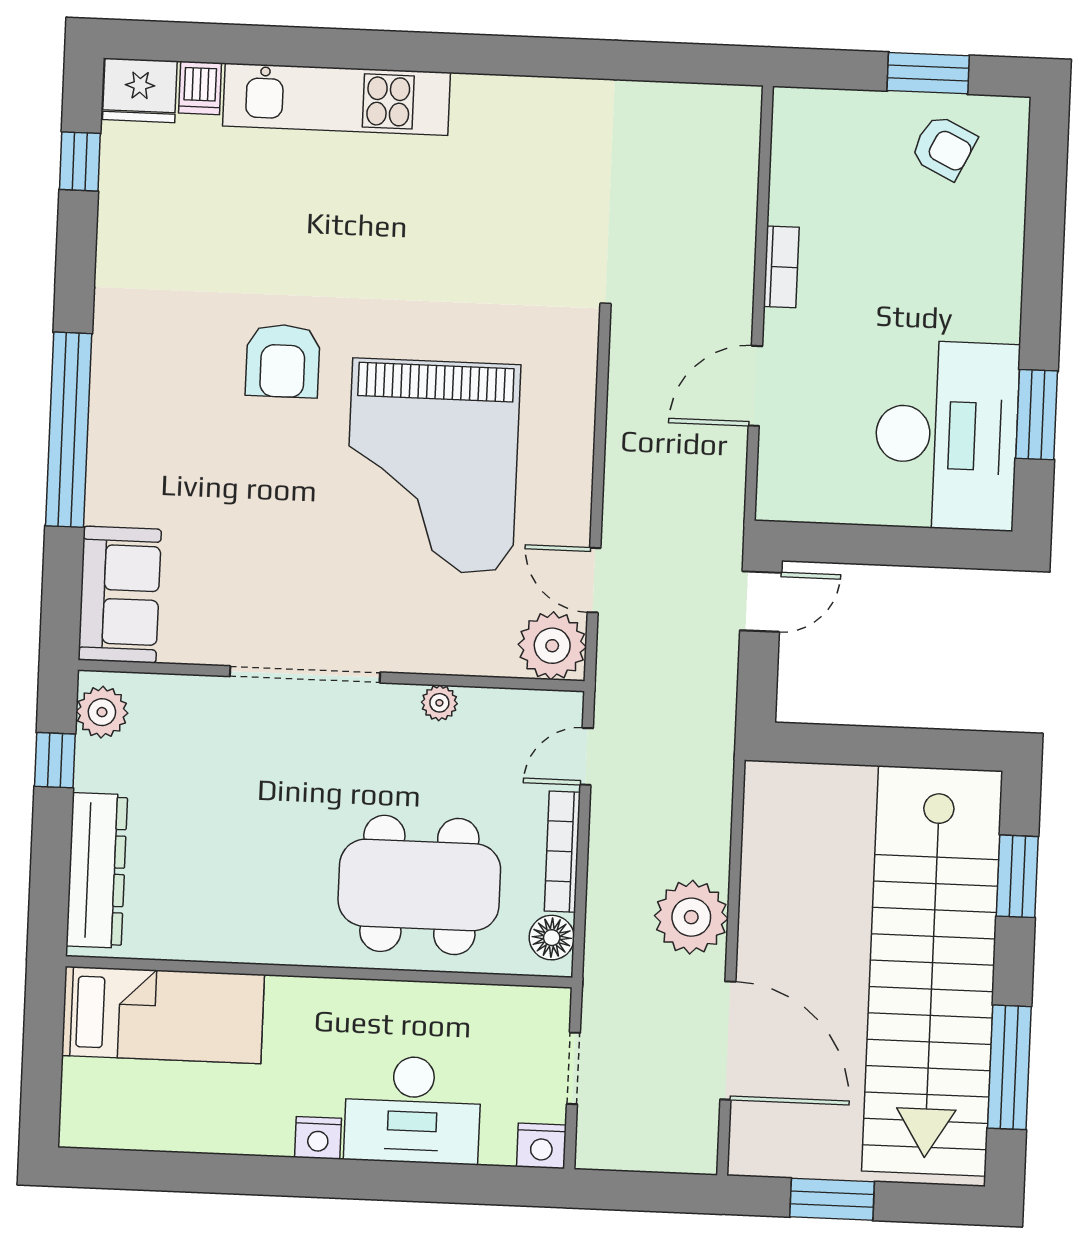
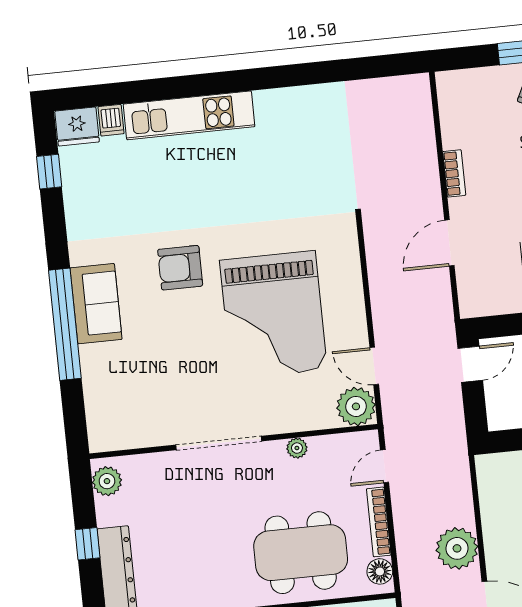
armchair: (283, 361) -> (180, 268), turned 90
sofa: (120, 595) -> (96, 304), moved
window: (55, 760) -> (88, 544), moved

